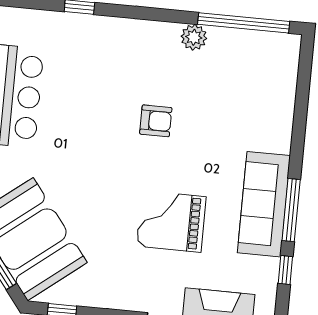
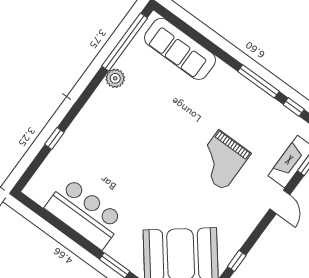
armchair: (156, 121) -> (153, 133), removed
sofa: (264, 204) -> (180, 49), moved

